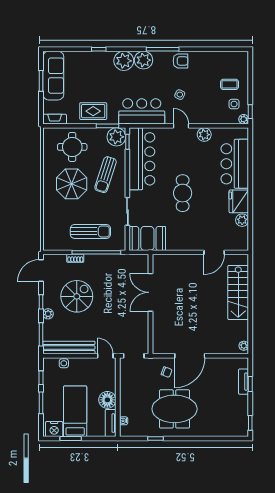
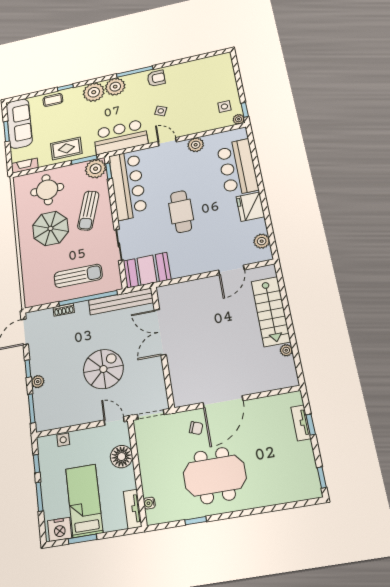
coffee table: (230, 84) -> (53, 100), moved
plant: (242, 220) -> (262, 241), moved
spiral stairs: (77, 296) -> (103, 369), moved
plant: (244, 346) -> (286, 350), moved
bench: (69, 348) -> (121, 301), moved
floor lamp: (107, 400) -> (122, 457), moved

